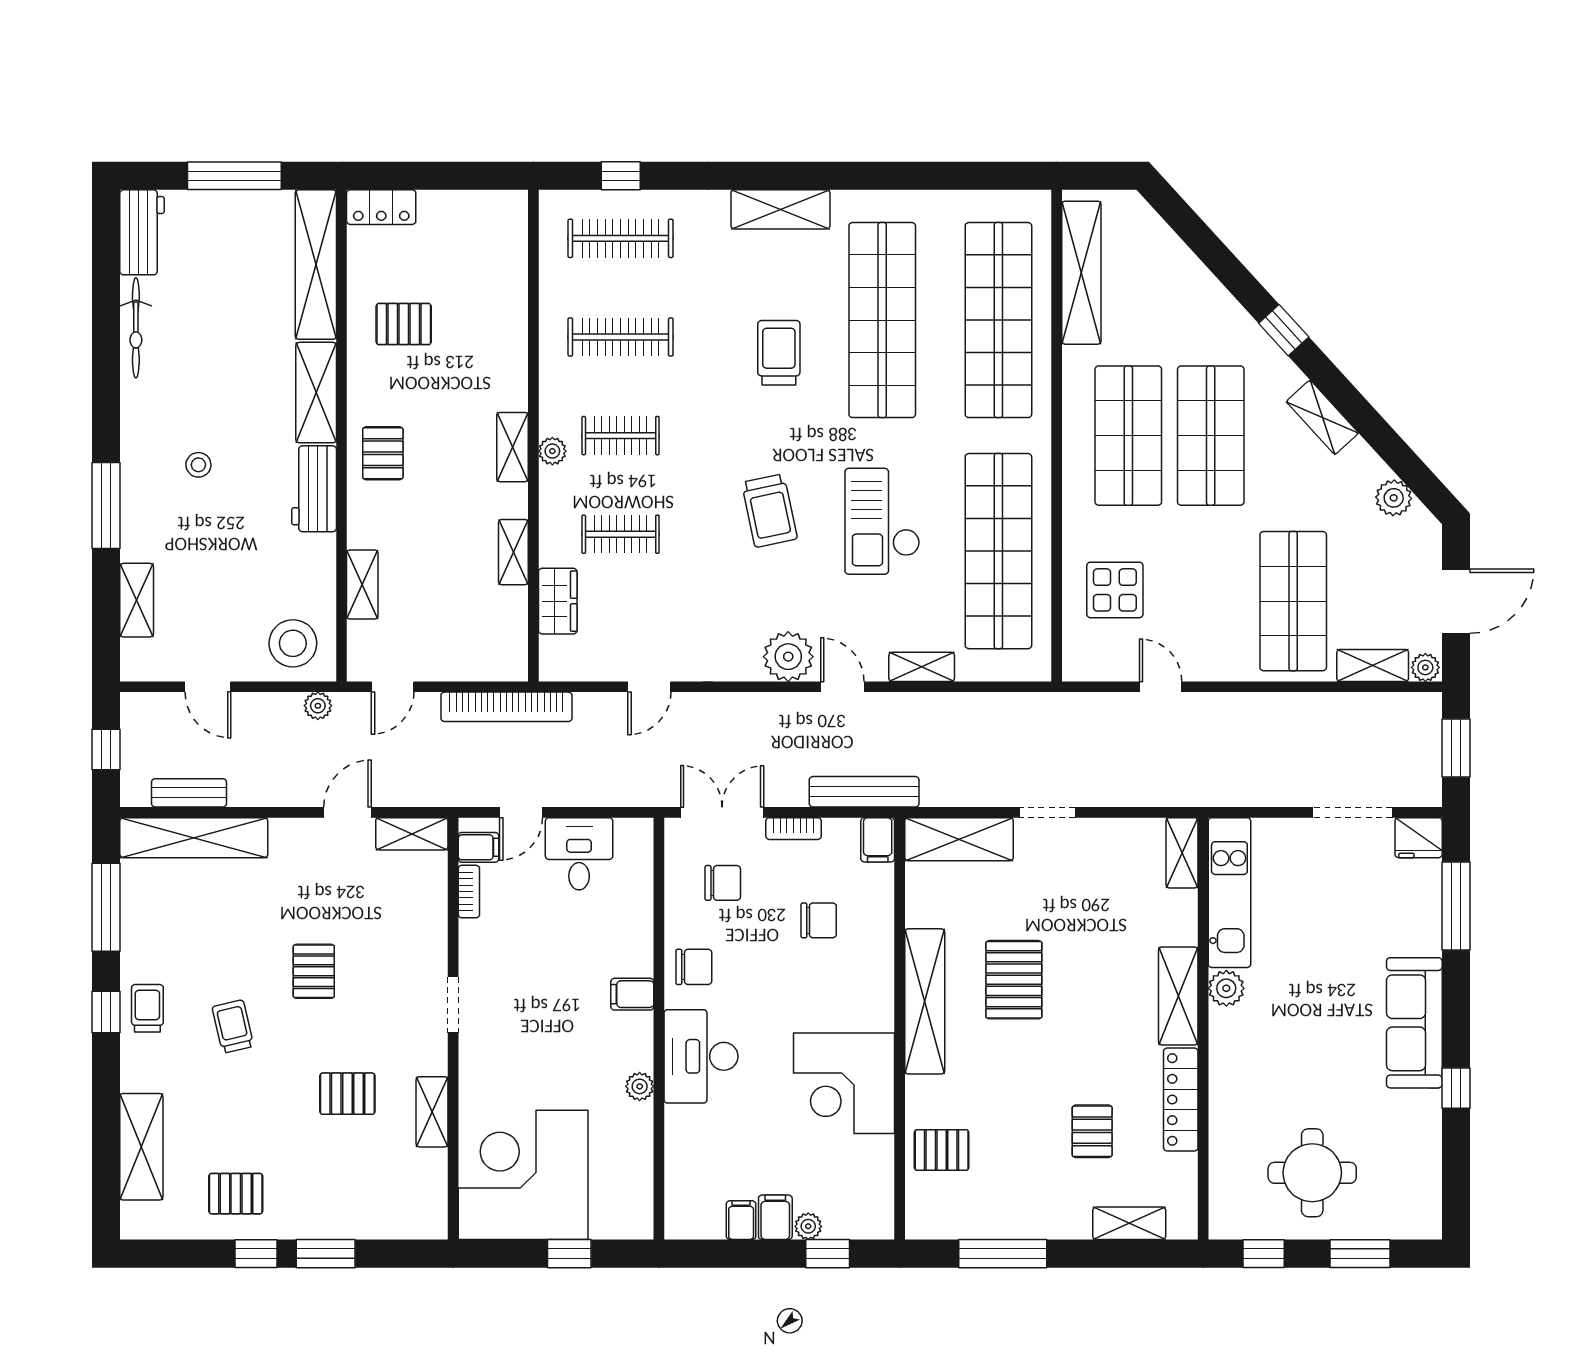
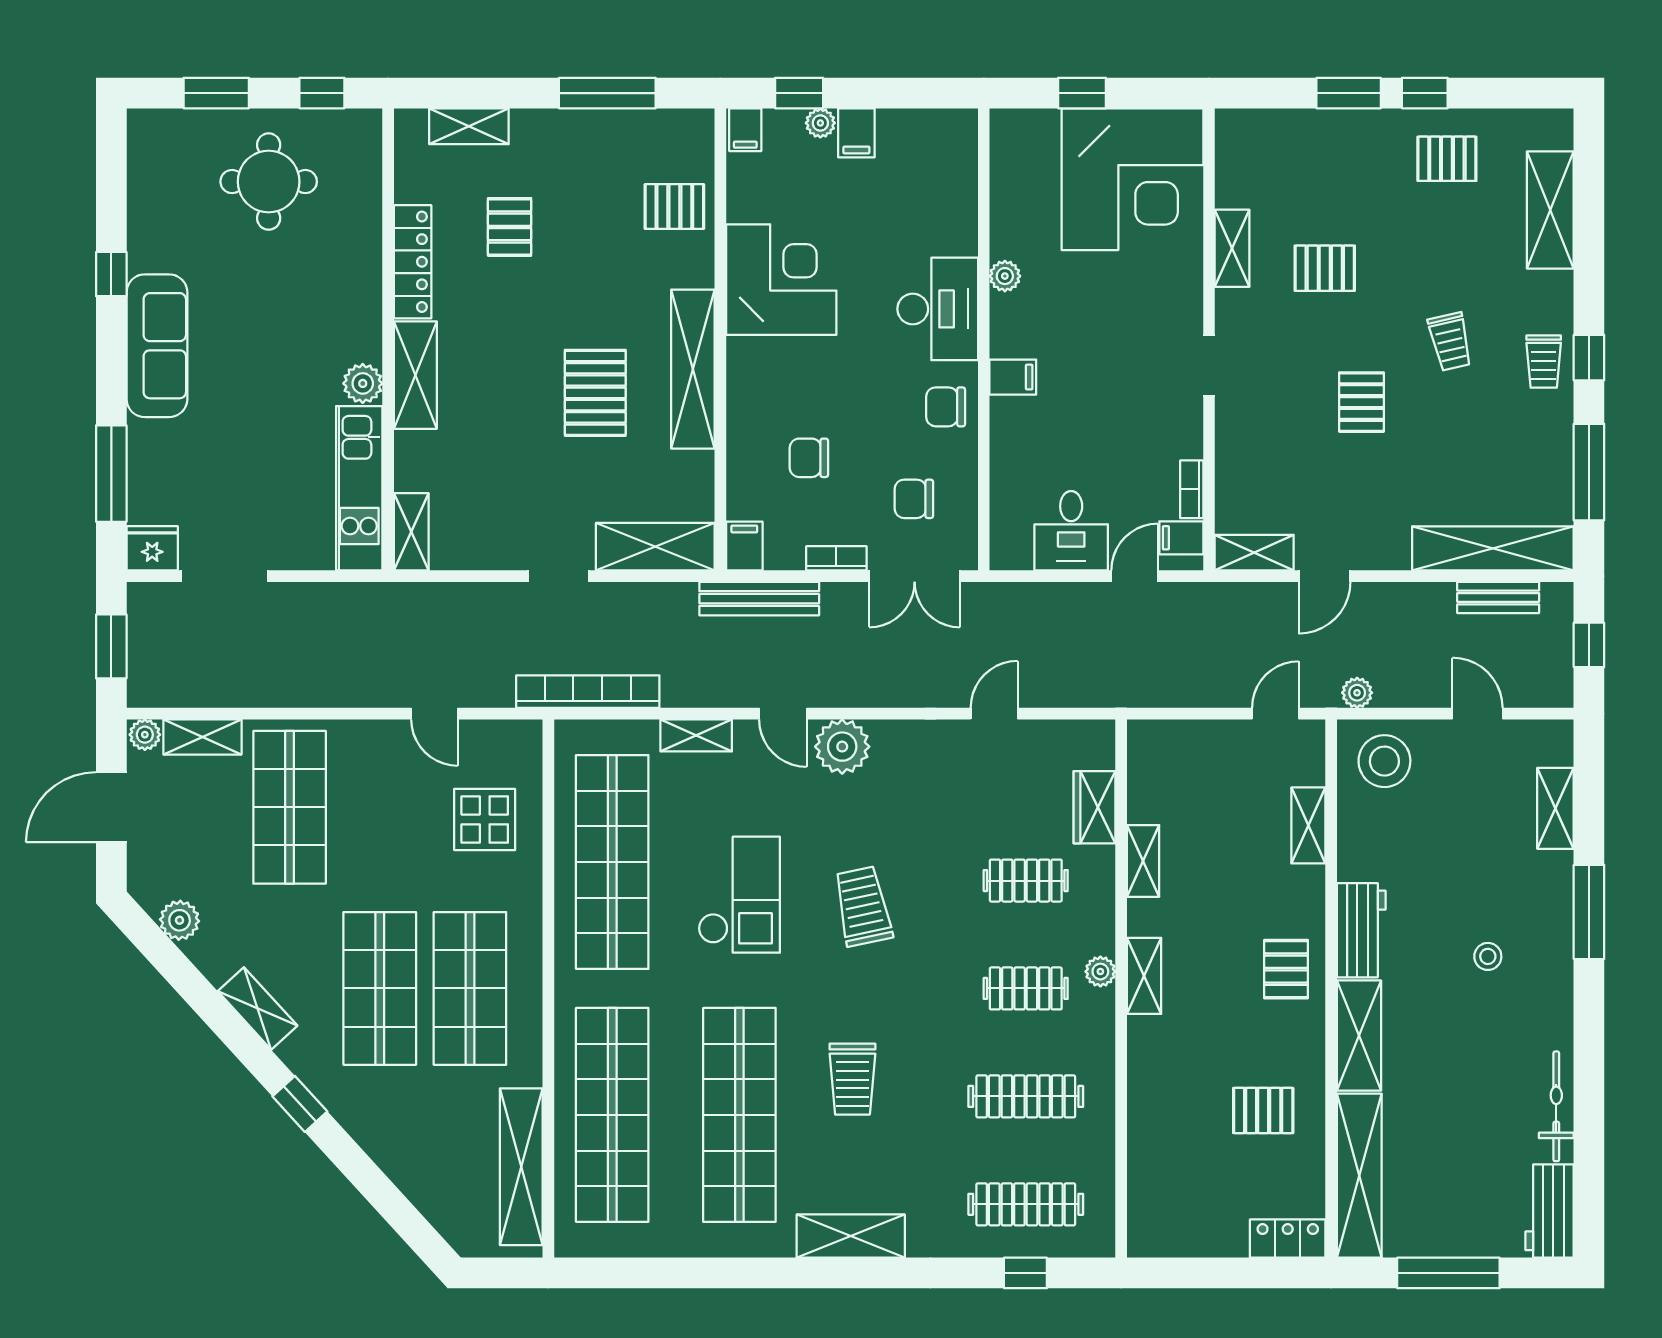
bookcase: (506, 707) -> (588, 692), moved
filing cabinet: (741, 1220) -> (745, 130), moved

